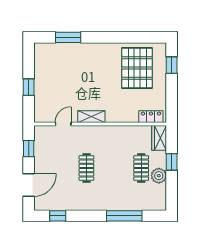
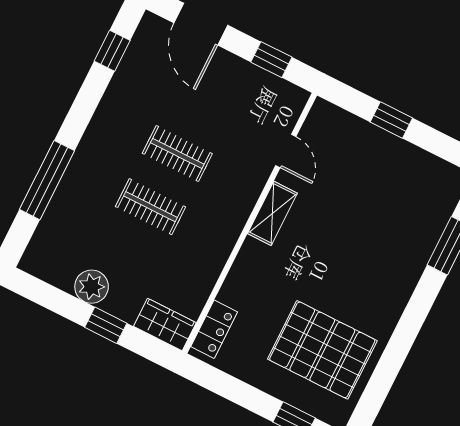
clothes rail: (141, 168) -> (151, 207), moved

